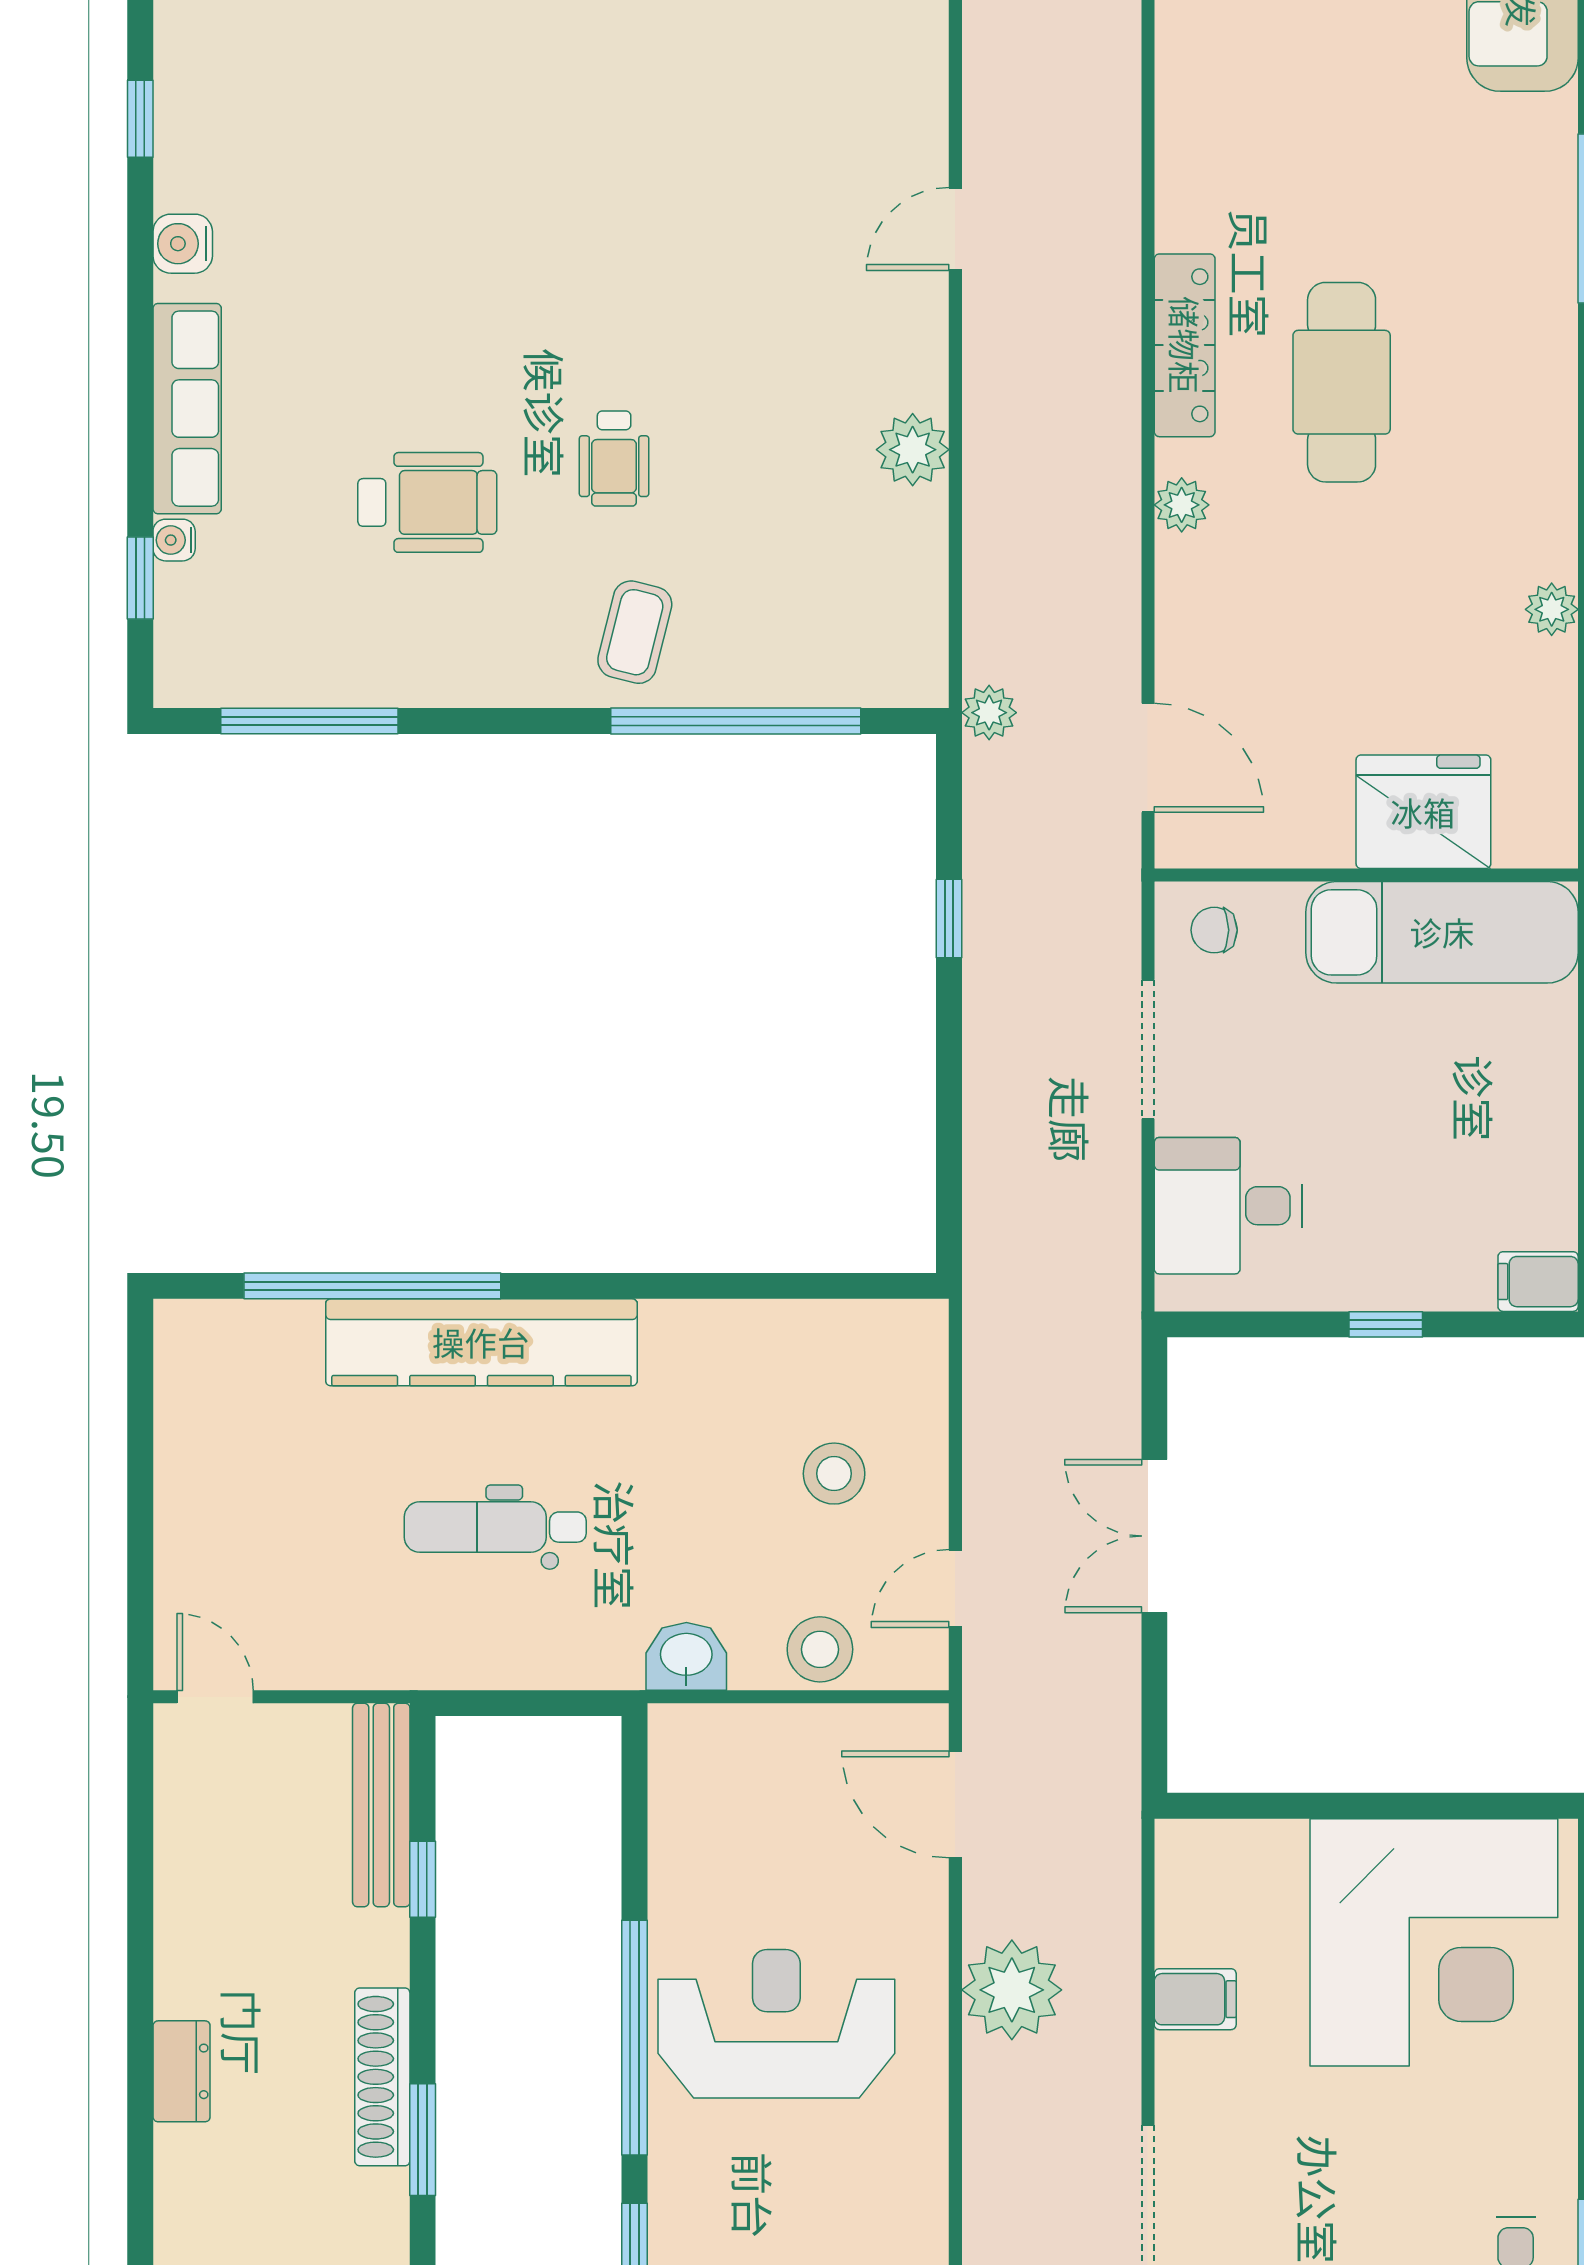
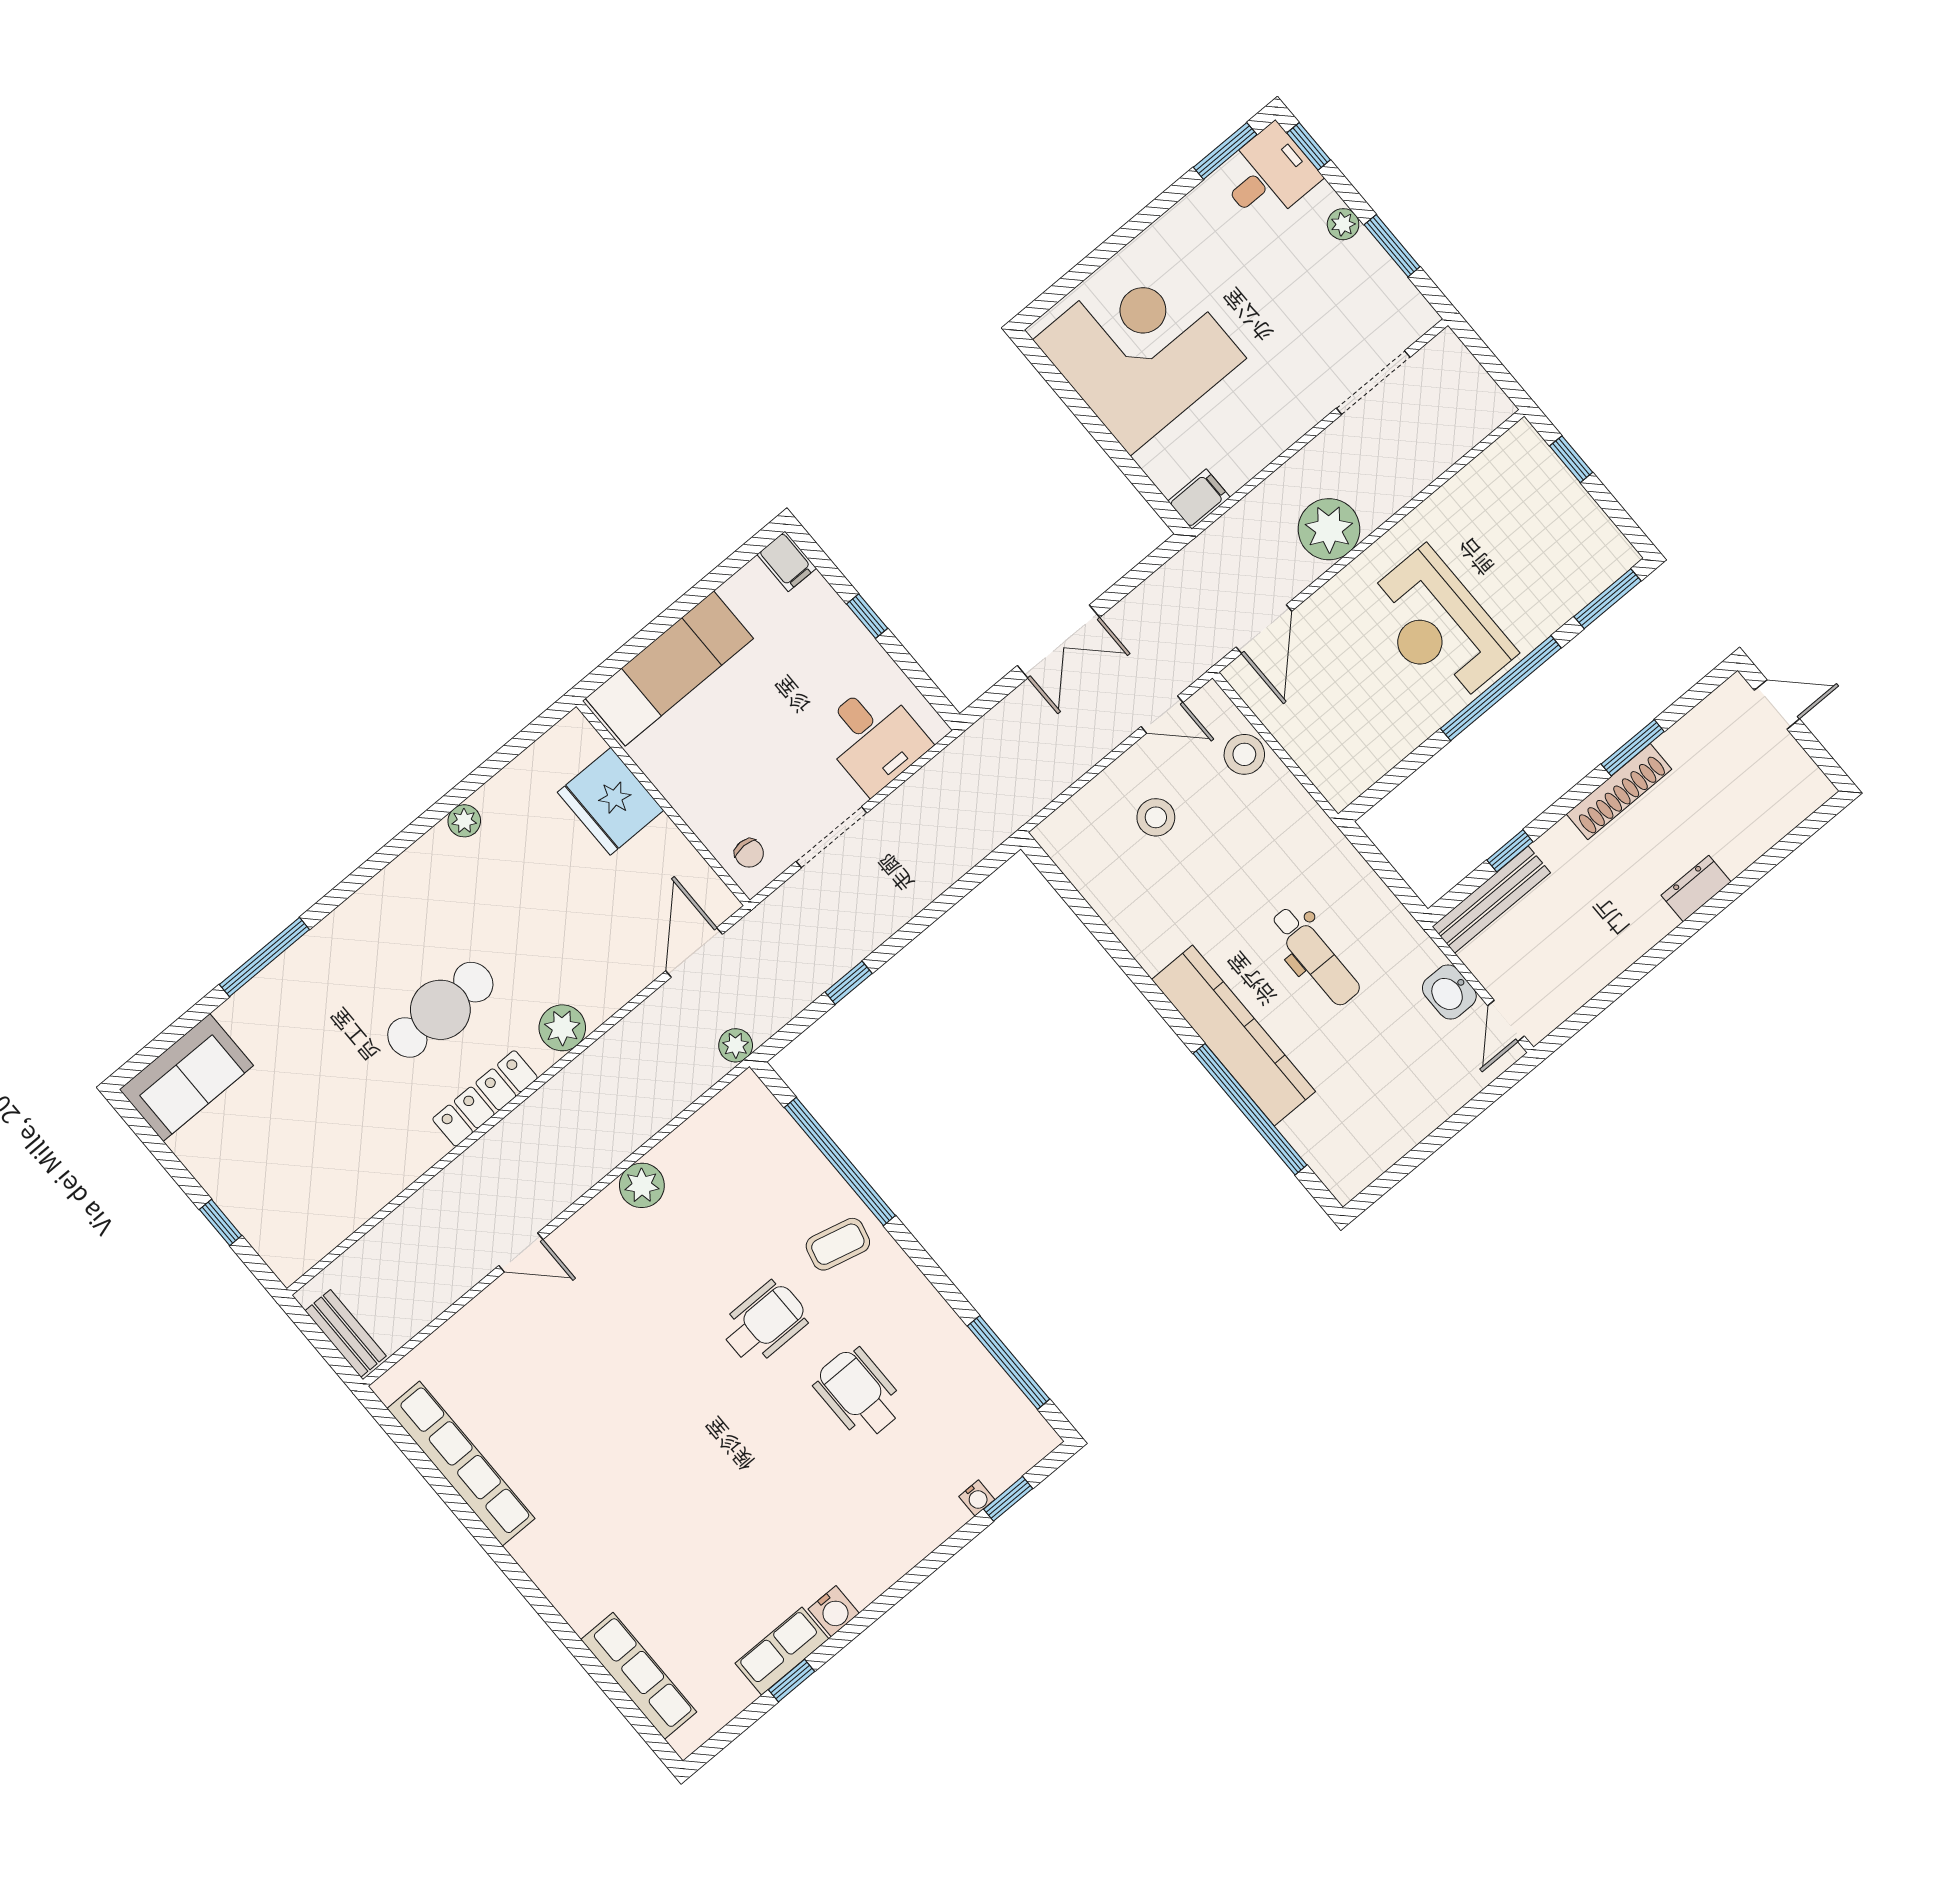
row of seats: (187, 409) -> (782, 1651), moved, width x0.68
wheelchair: (614, 459) -> (764, 1323), width x1.36, depth x1.37
plant: (1182, 505) -> (562, 1028), width x1.38, depth x1.38
exam couch: (1442, 932) -> (669, 668), moved, turned 90
washbasin: (686, 1656) -> (1449, 992), moved
filing cabinet: (1195, 1999) -> (1199, 499), moved, turned 90

